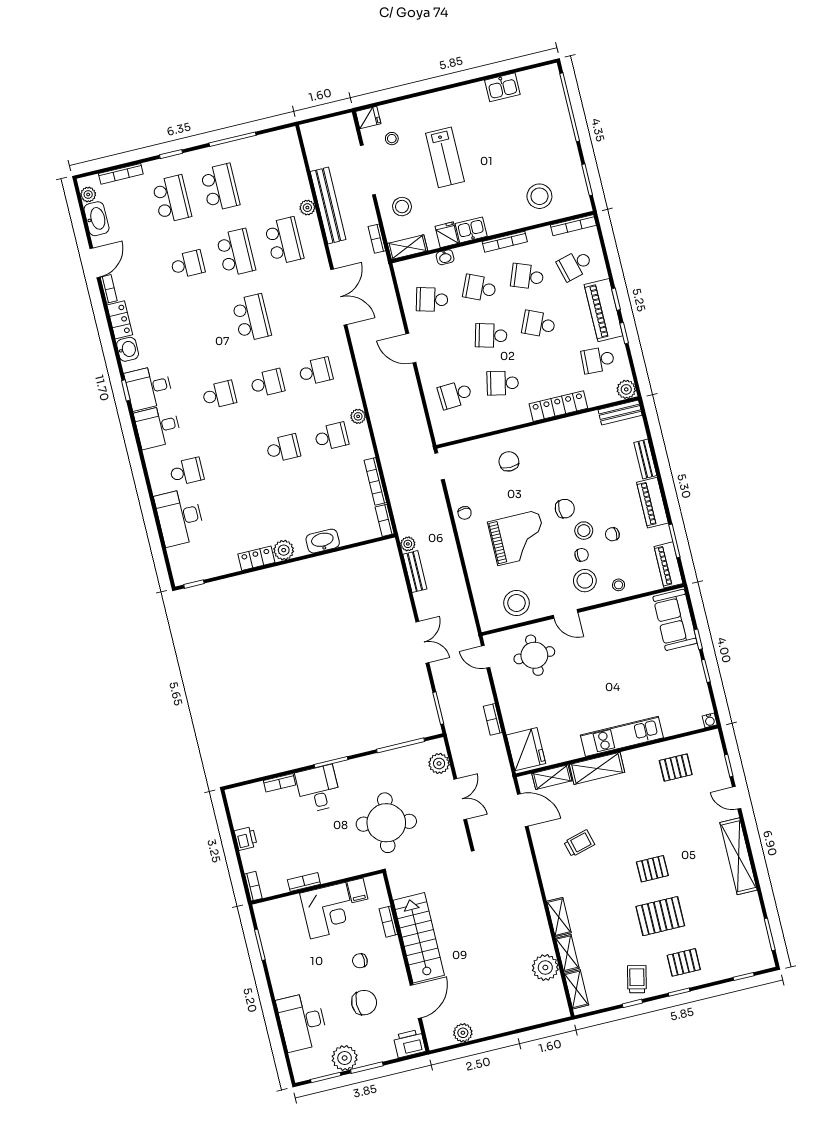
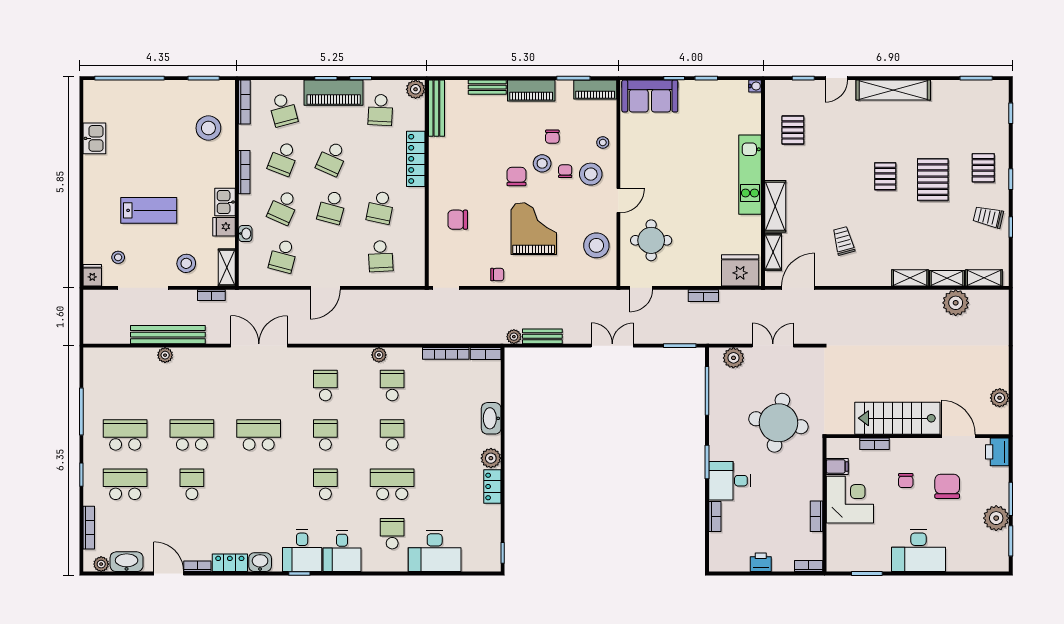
school desk: (284, 241) -> (392, 484), moved
bench: (620, 413) -> (436, 108), width x1.36
desk: (302, 1022) -> (919, 551), moved

